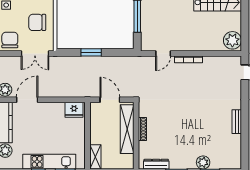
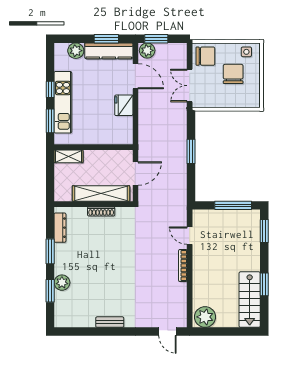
chair: (37, 22) -> (233, 74), moved
fridge: (74, 110) -> (124, 105), moved

